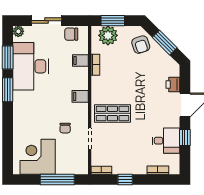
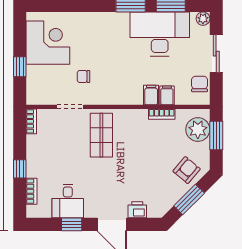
armchair: (141, 45) -> (187, 170), turned 148
filing cabinet: (80, 96) -> (151, 95), moved
window: (57, 180) -> (20, 67), width x0.46
window: (125, 180) -> (20, 169), moved

